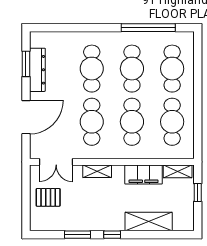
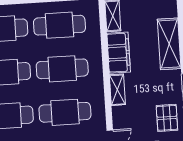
shelving: (97, 171) -> (117, 90), moved
pallet: (81, 215) -> (167, 118), added

